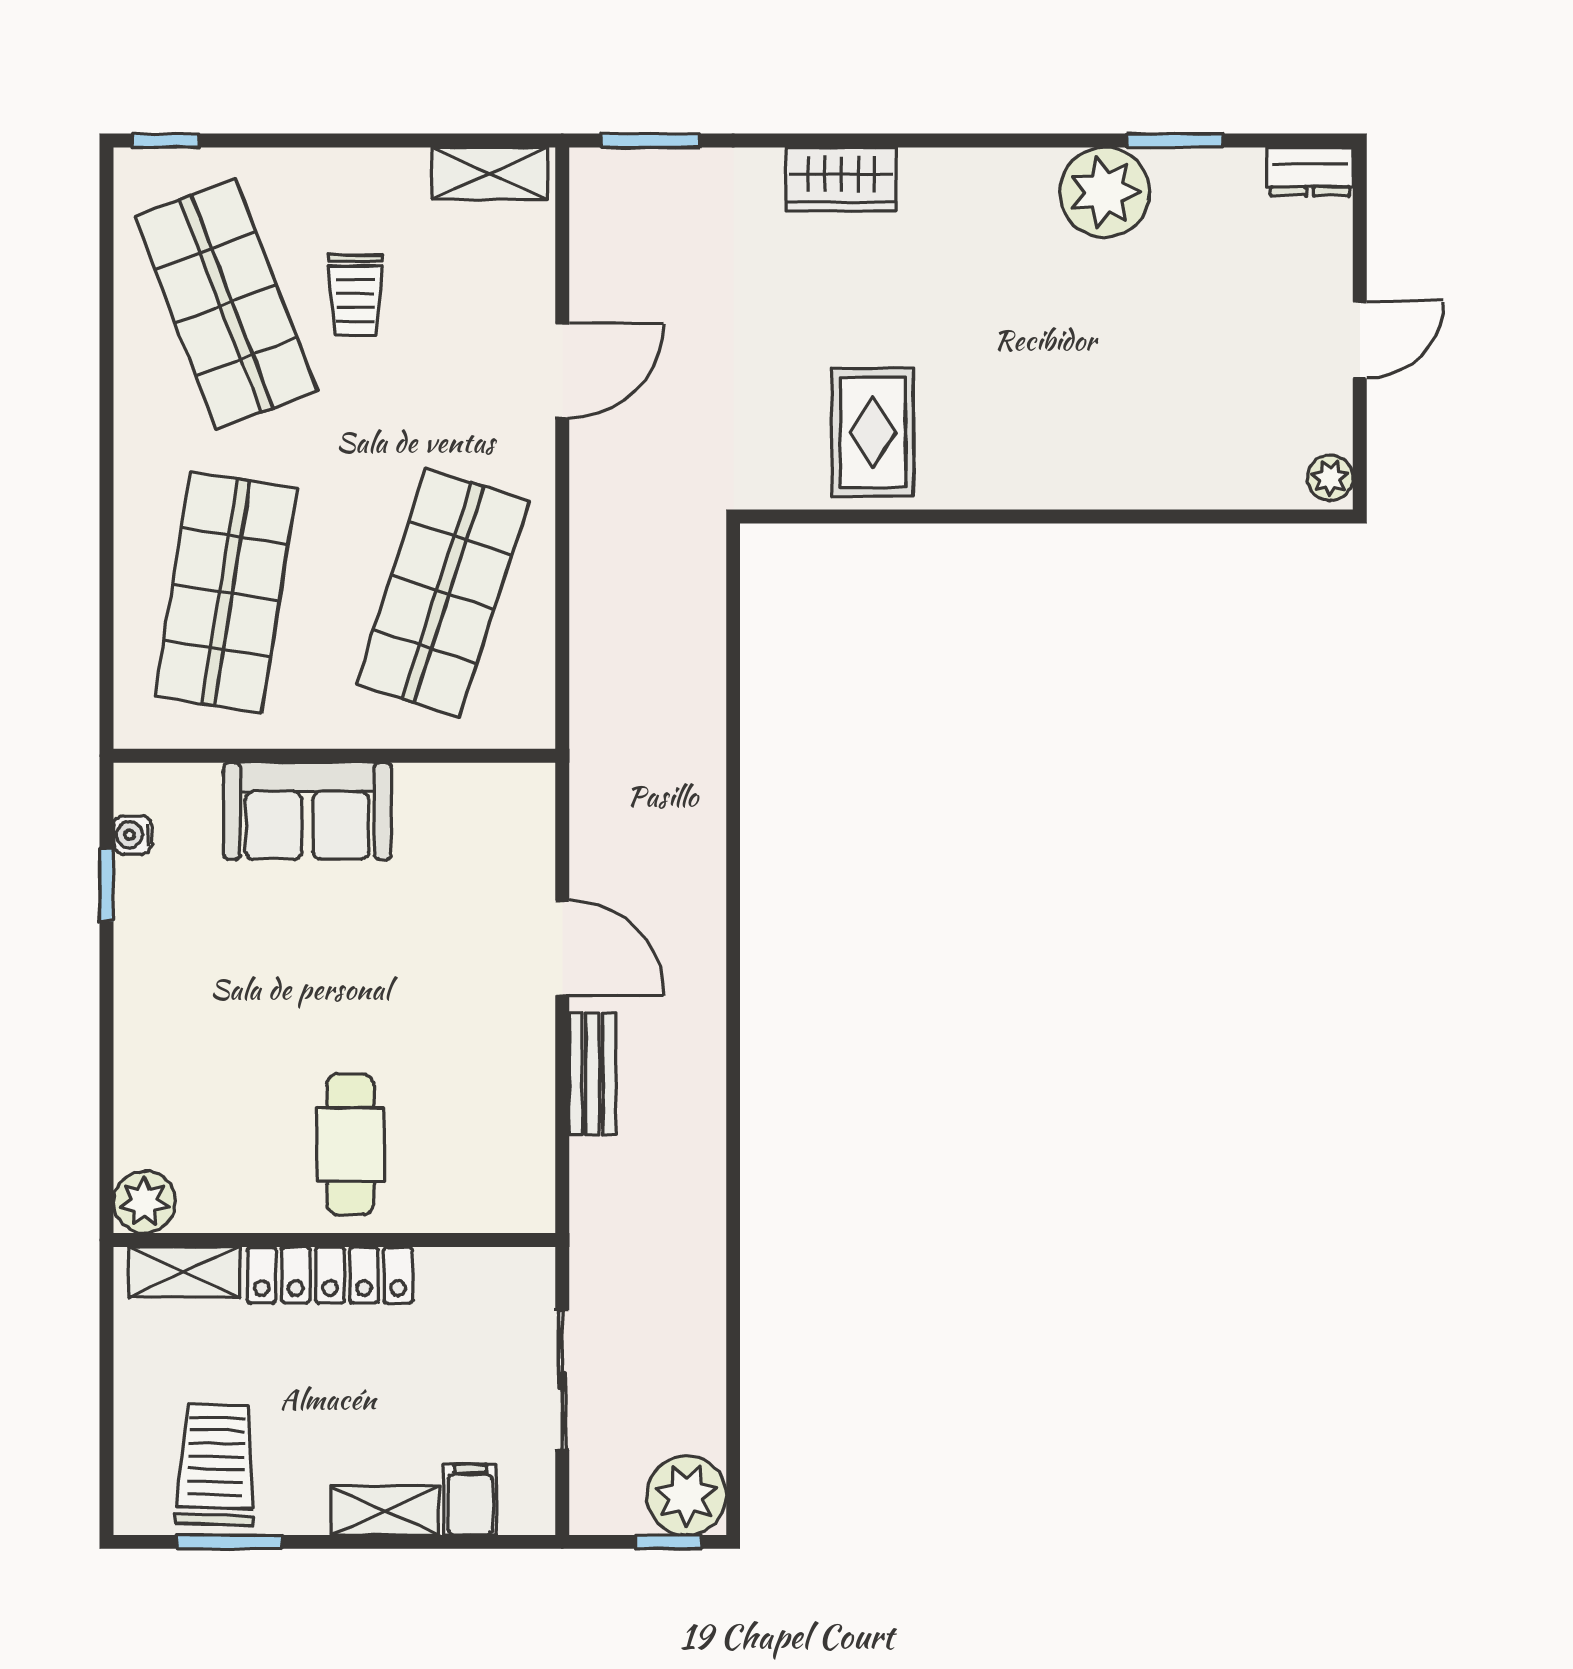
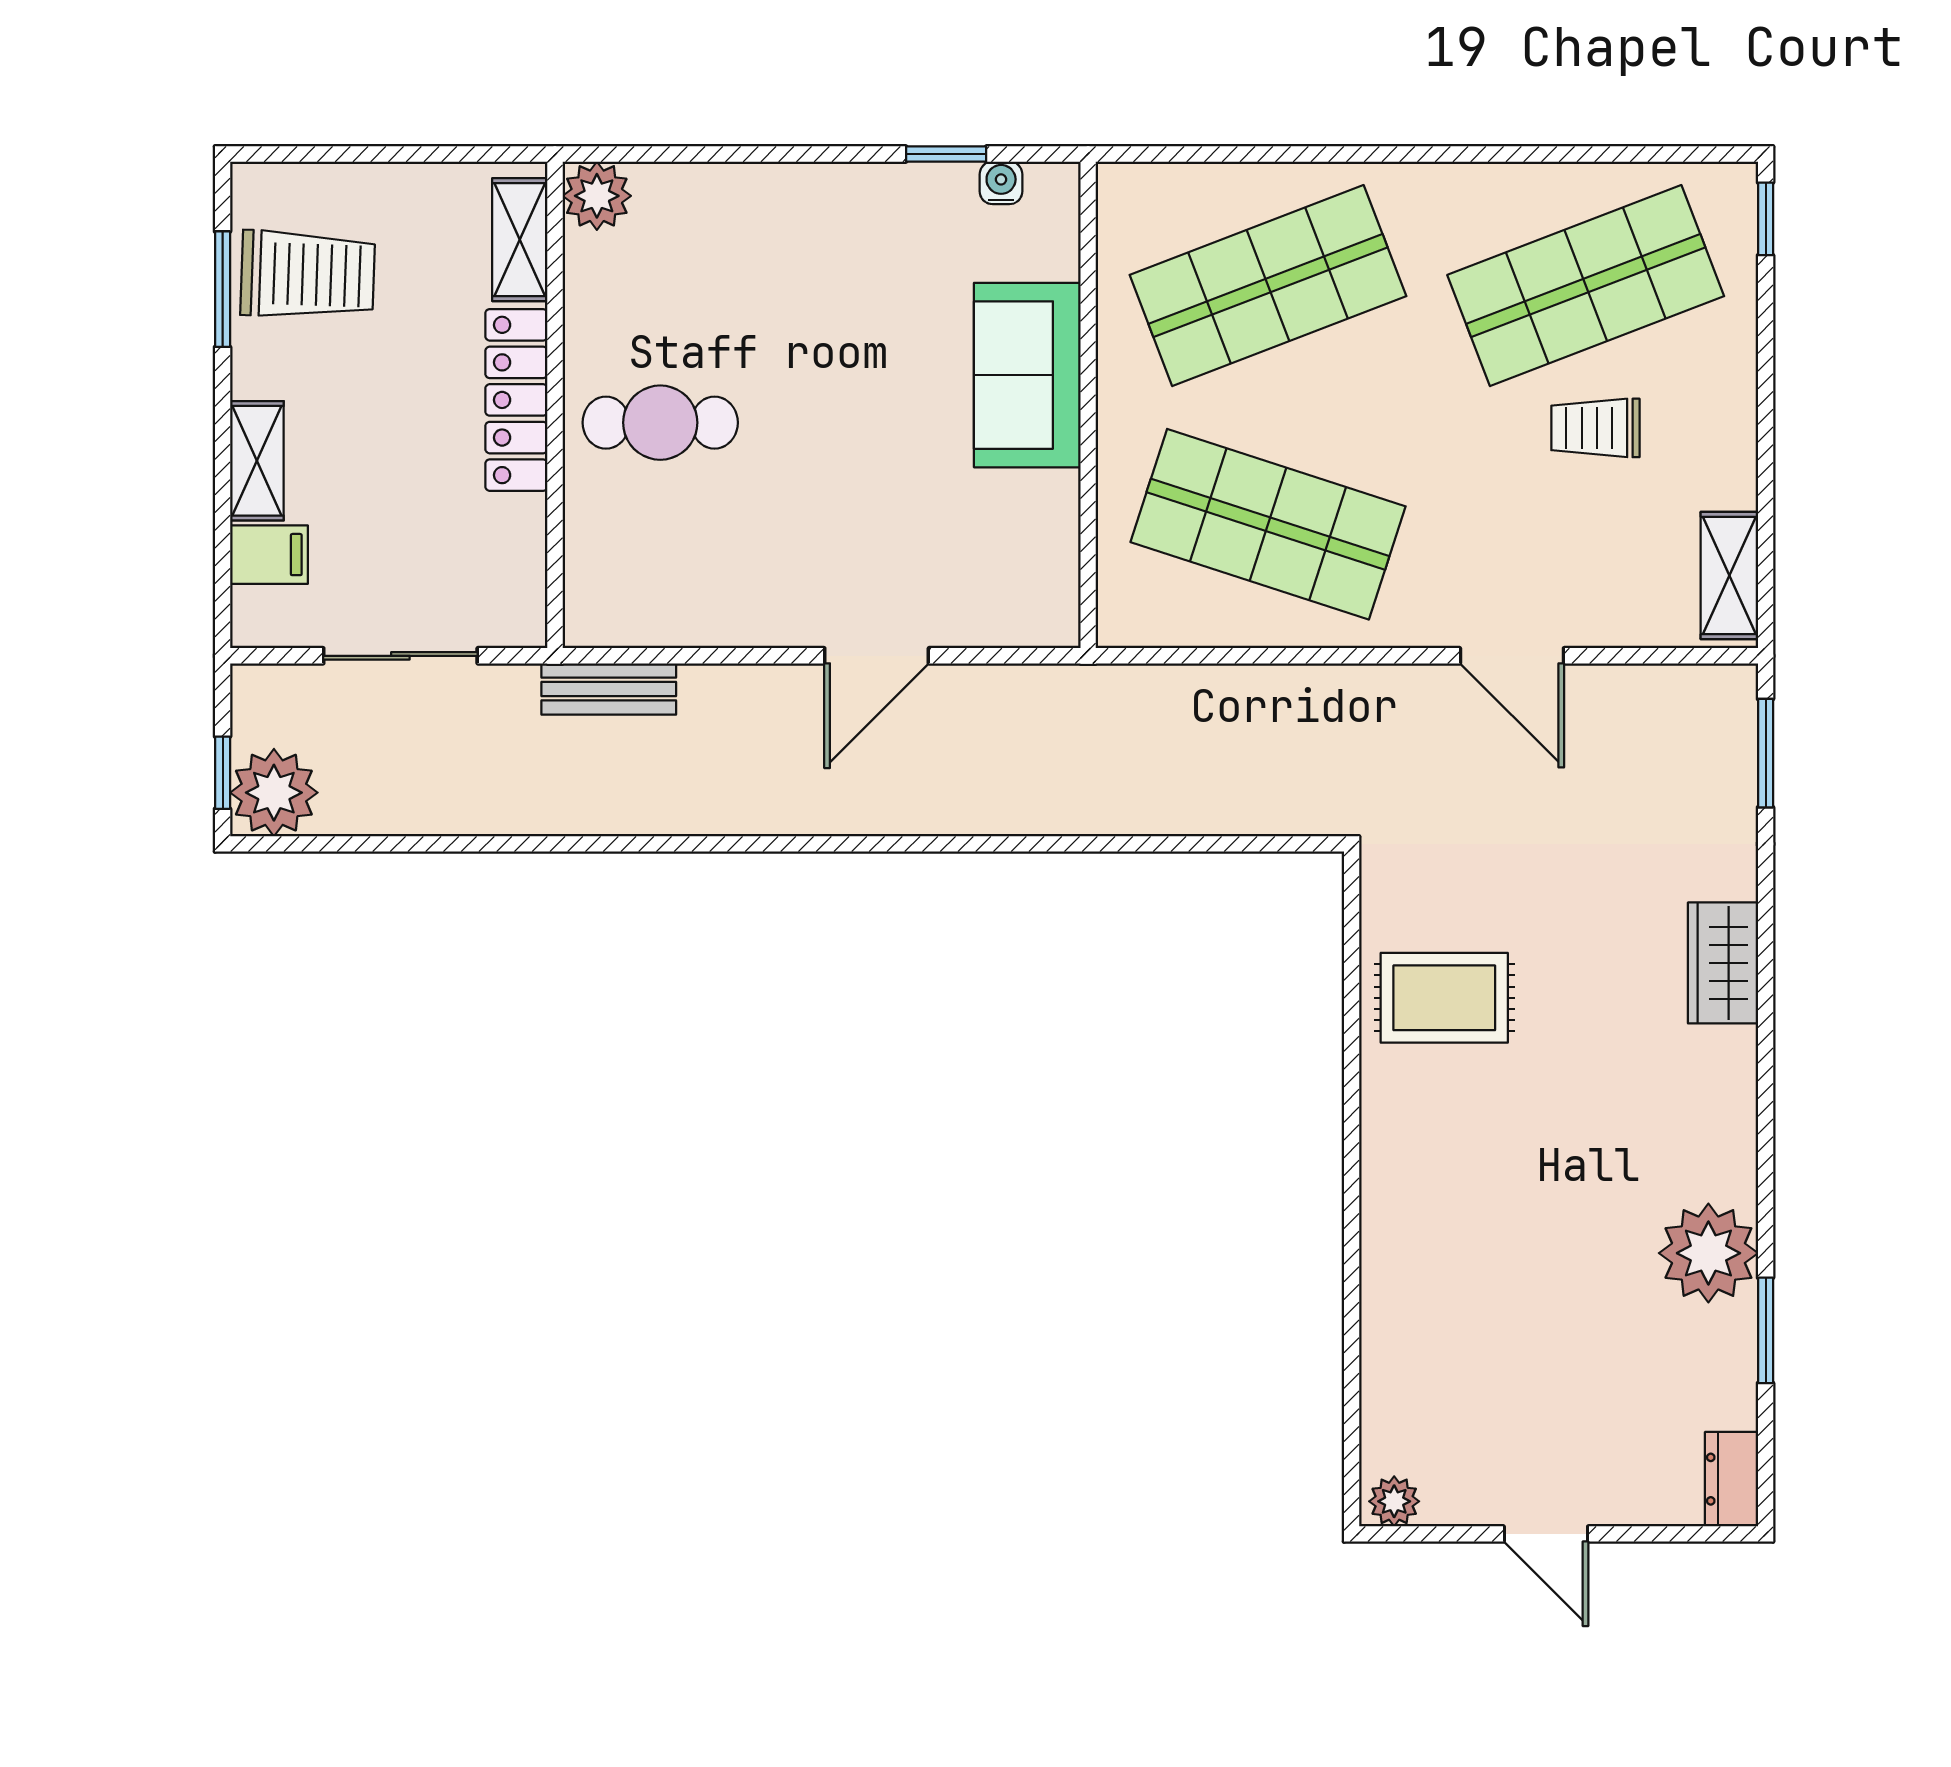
shop shelf: (226, 592) -> (1268, 286), turned -30
bench: (592, 1074) -> (609, 689), moved

